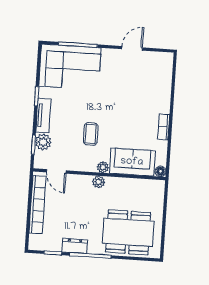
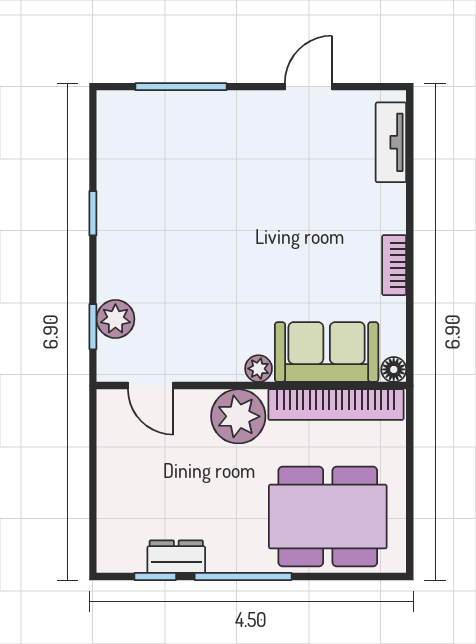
corner sofa: (70, 67) -> (166, 140), removed
tv unit: (43, 116) -> (391, 142), moved, turned 180
coffee table: (91, 134) -> (225, 293), removed
plant: (99, 182) -> (238, 416), width x1.88, depth x1.88
bookcase: (37, 205) -> (336, 405), moved, turned 90
dresser: (75, 246) -> (176, 557), moved

